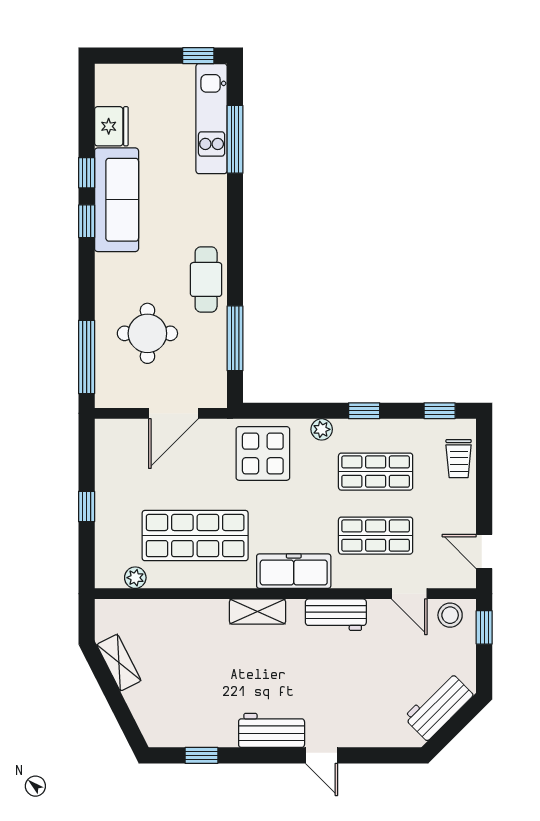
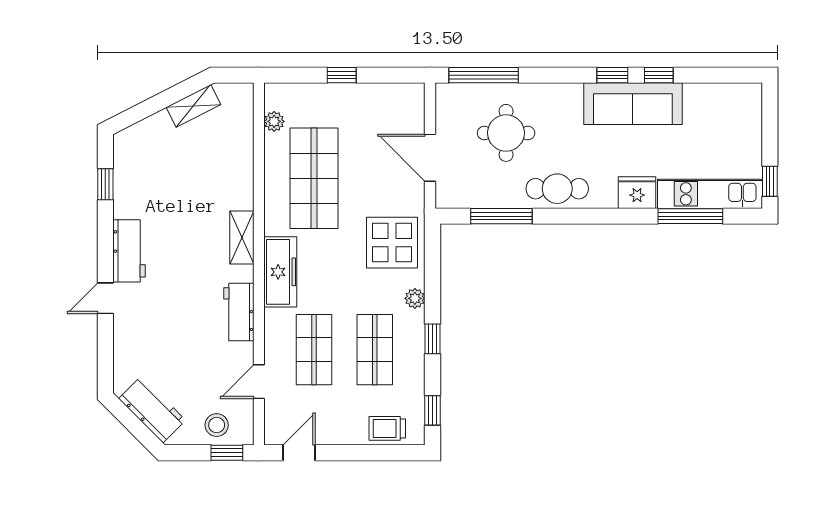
fridge: (111, 126) -> (637, 193), moved, turned 180
stool: (450, 615) -> (217, 425), moved

